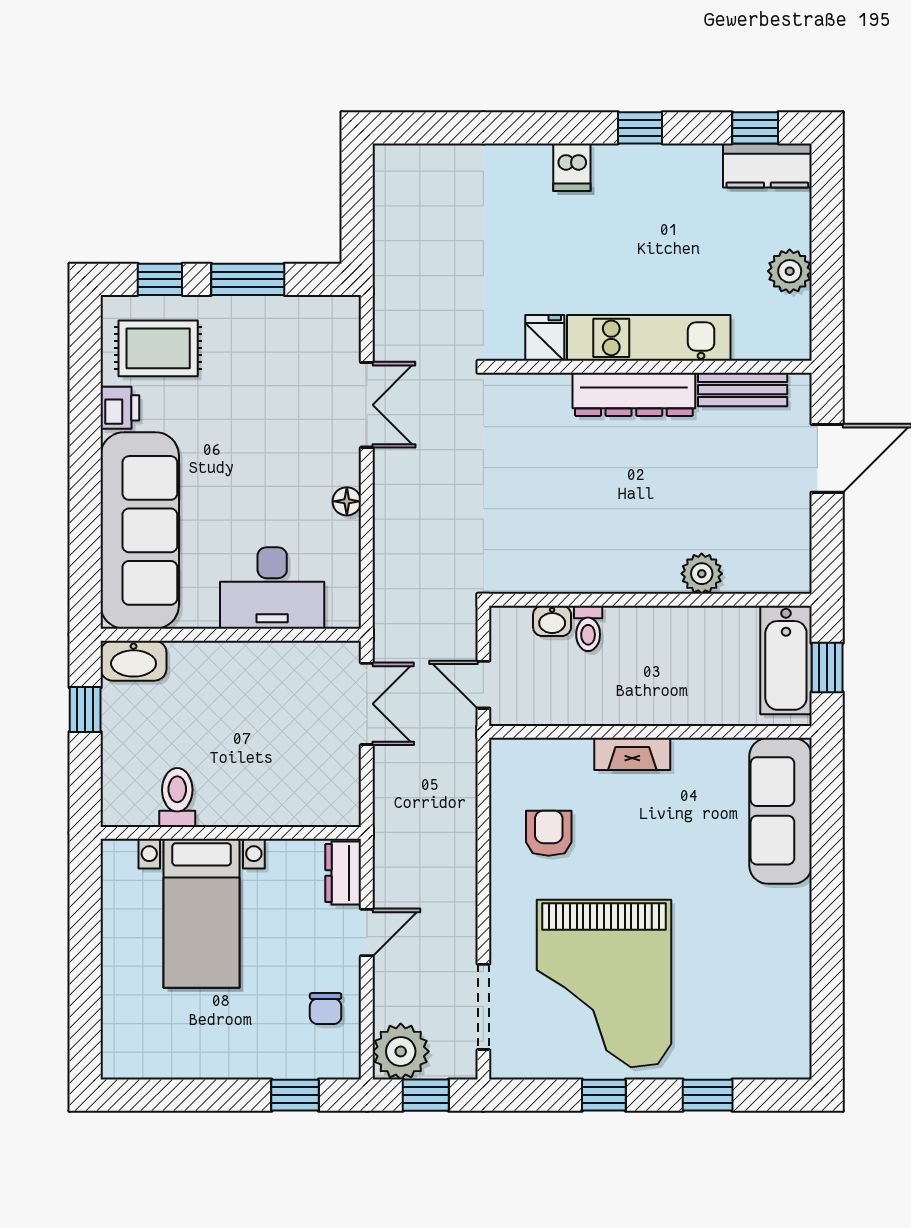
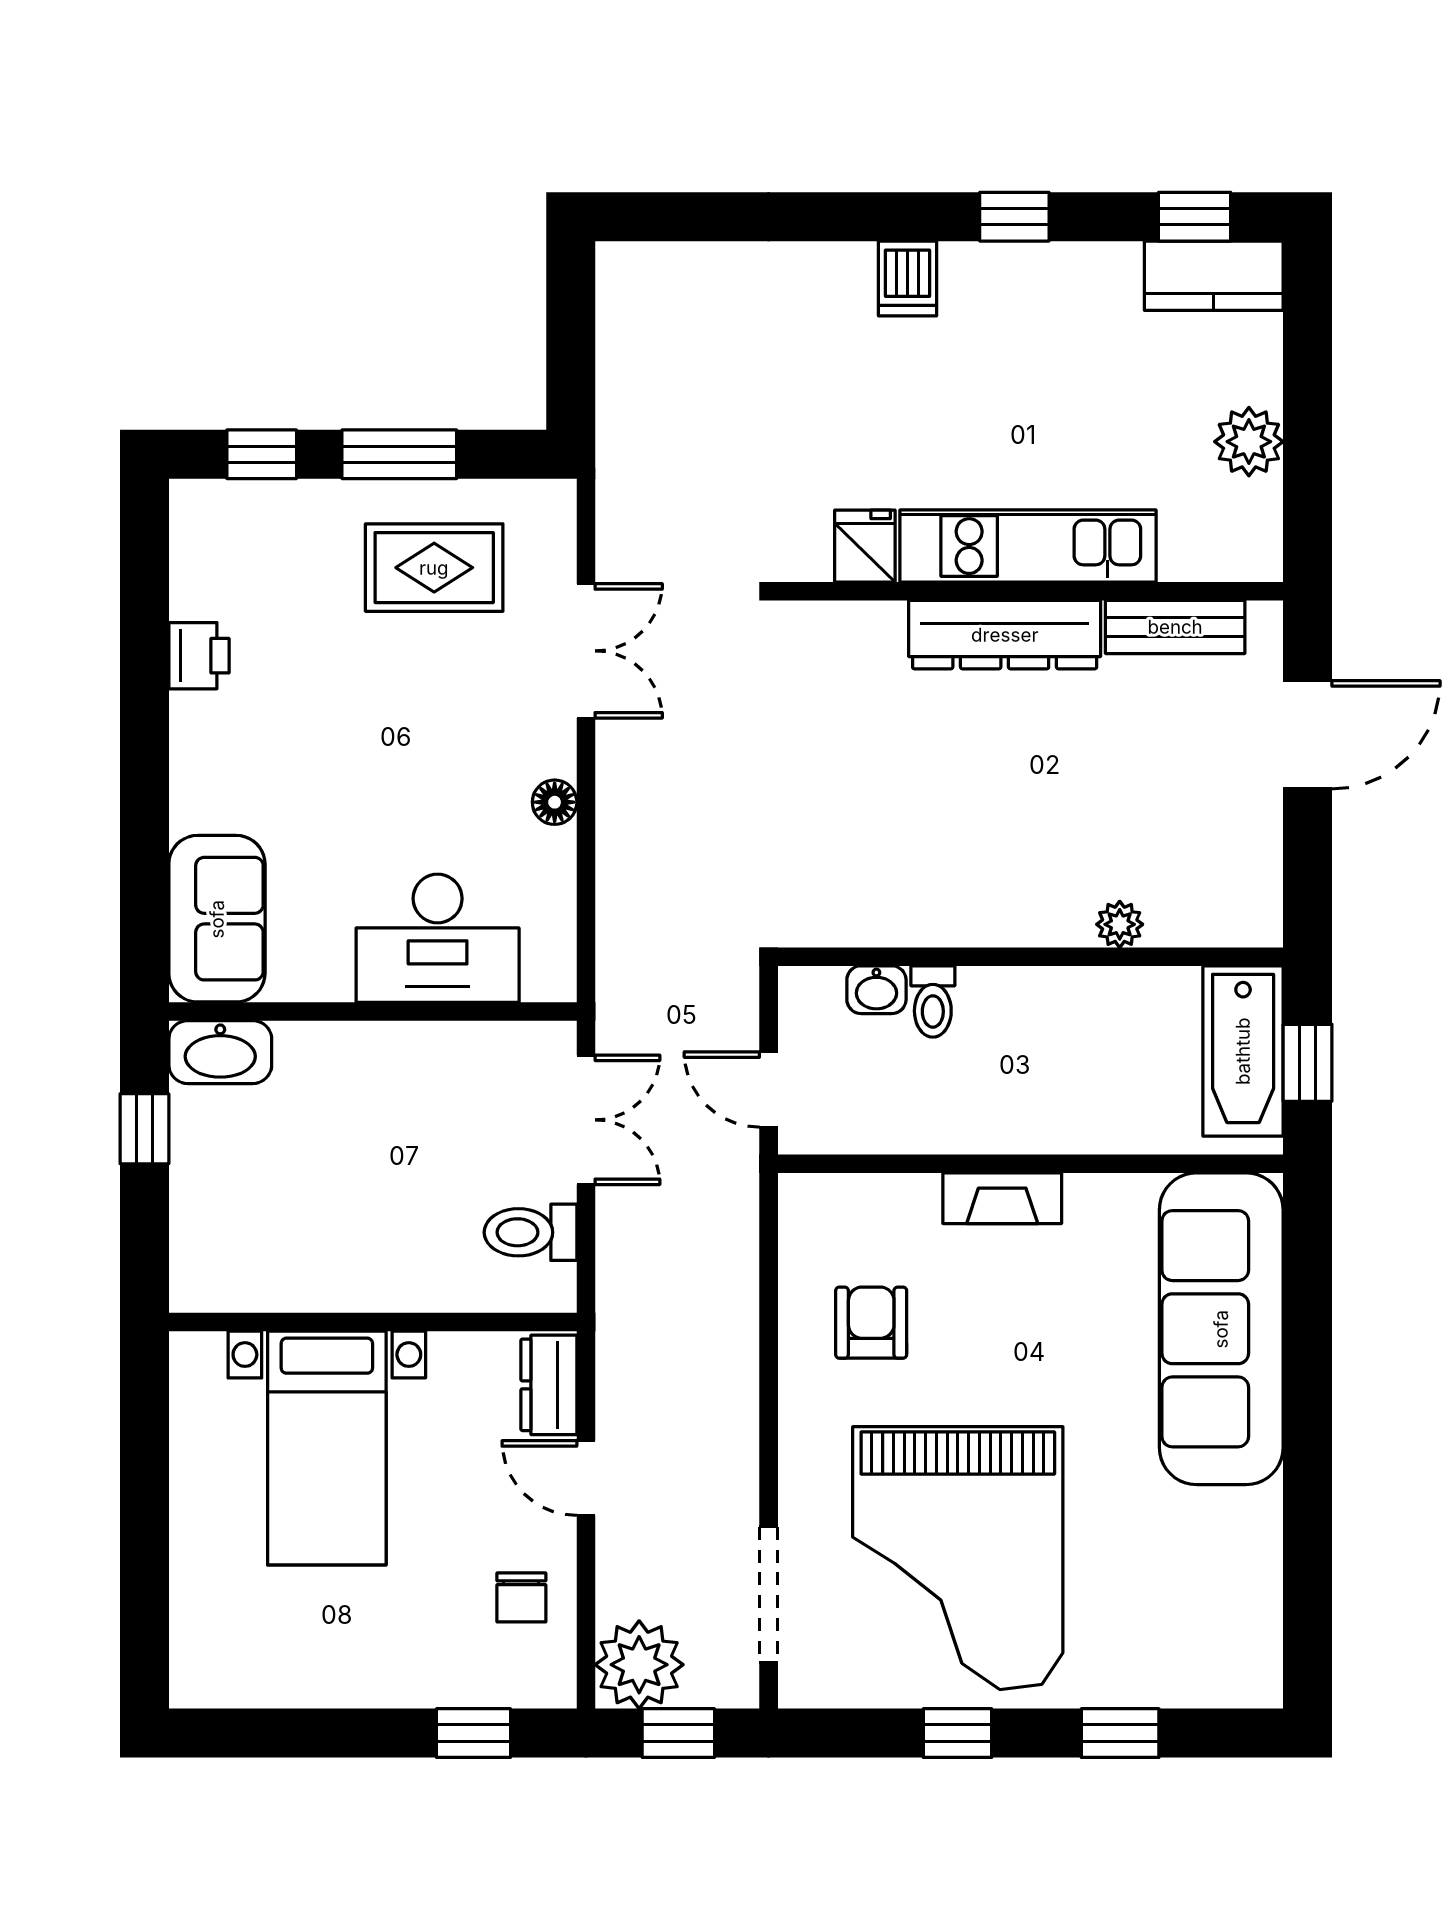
rug: (158, 348) -> (434, 568), moved
sofa: (140, 530) -> (217, 919), width x0.54, depth x0.79
plant: (702, 574) -> (1120, 924), width x0.73, depth x0.73
toilet: (177, 798) -> (530, 1232), moved, turned -90
sofa: (781, 811) -> (1221, 1329), width x1.36, depth x1.27
door: (367, 932) -> (586, 1478), swing flipped

